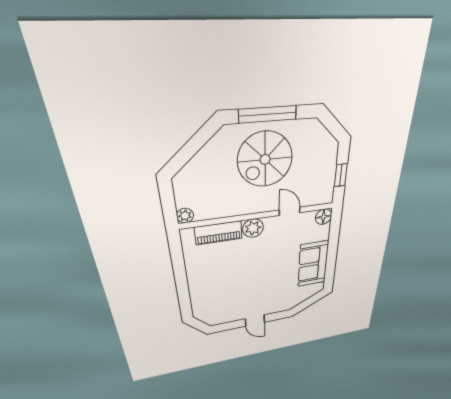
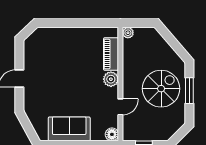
window: (268, 114) -> (189, 91), width x0.69
spiral stairs: (265, 159) -> (161, 89), turned 90

